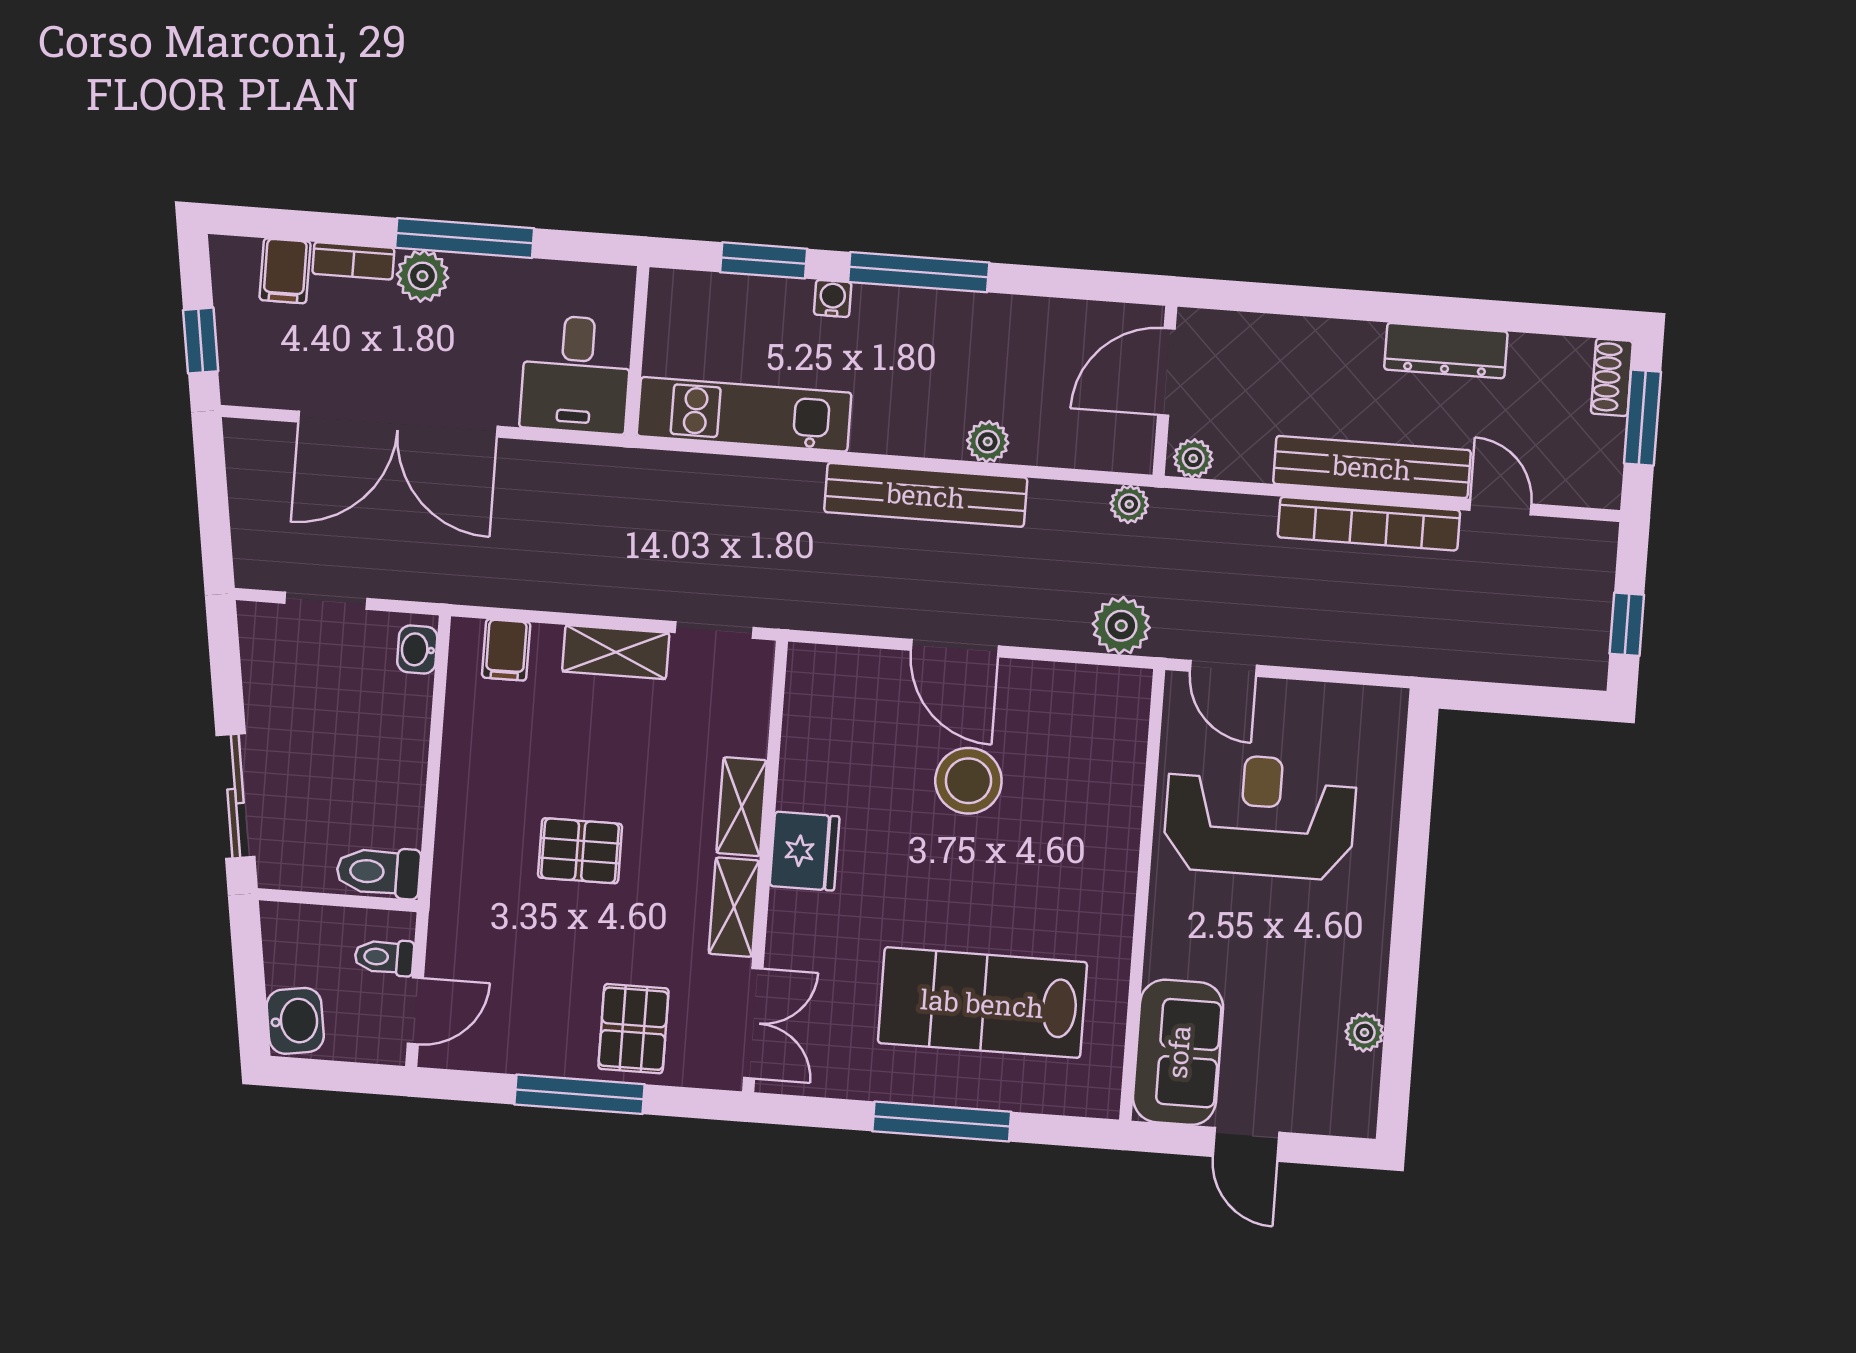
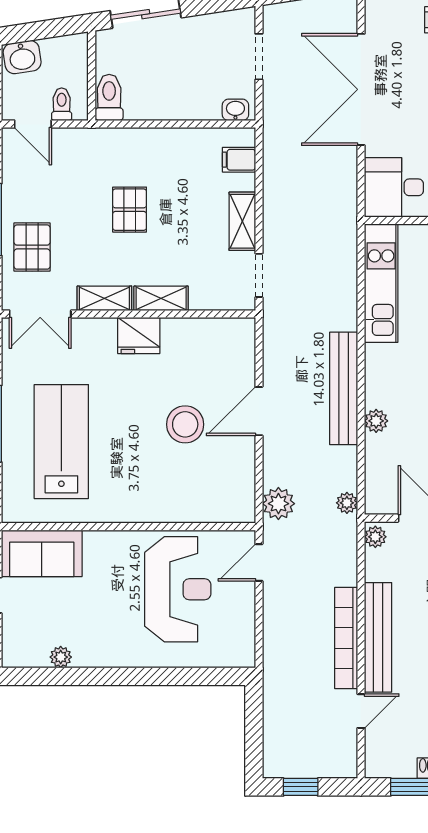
pallet: (633, 1029) -> (32, 247), turned 90

